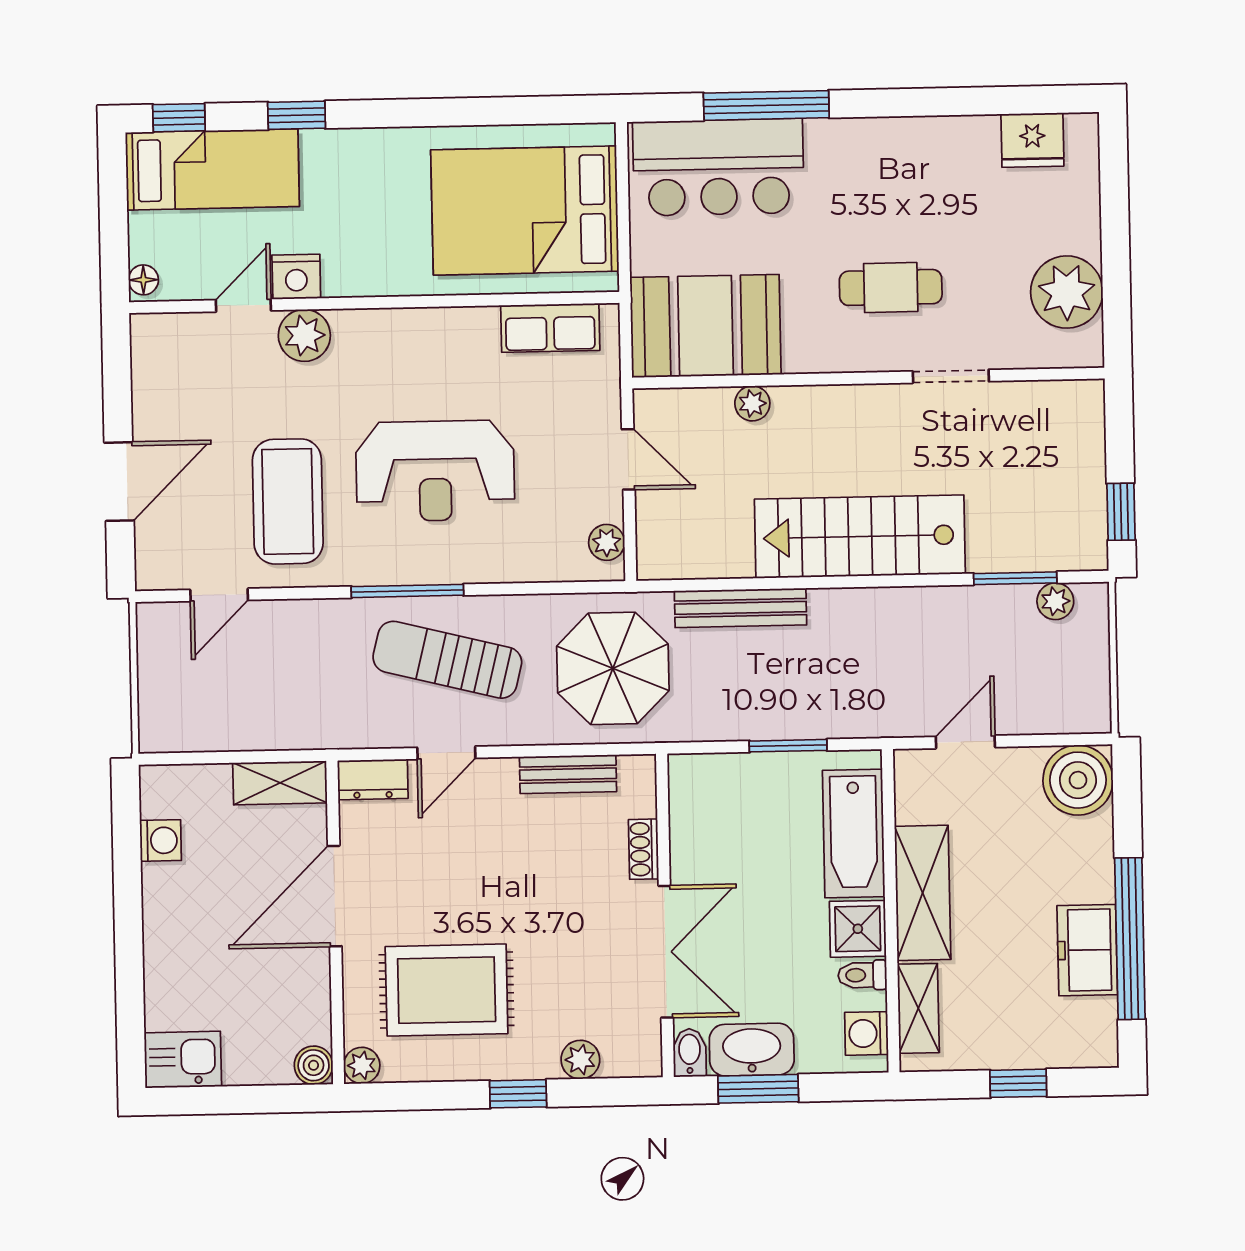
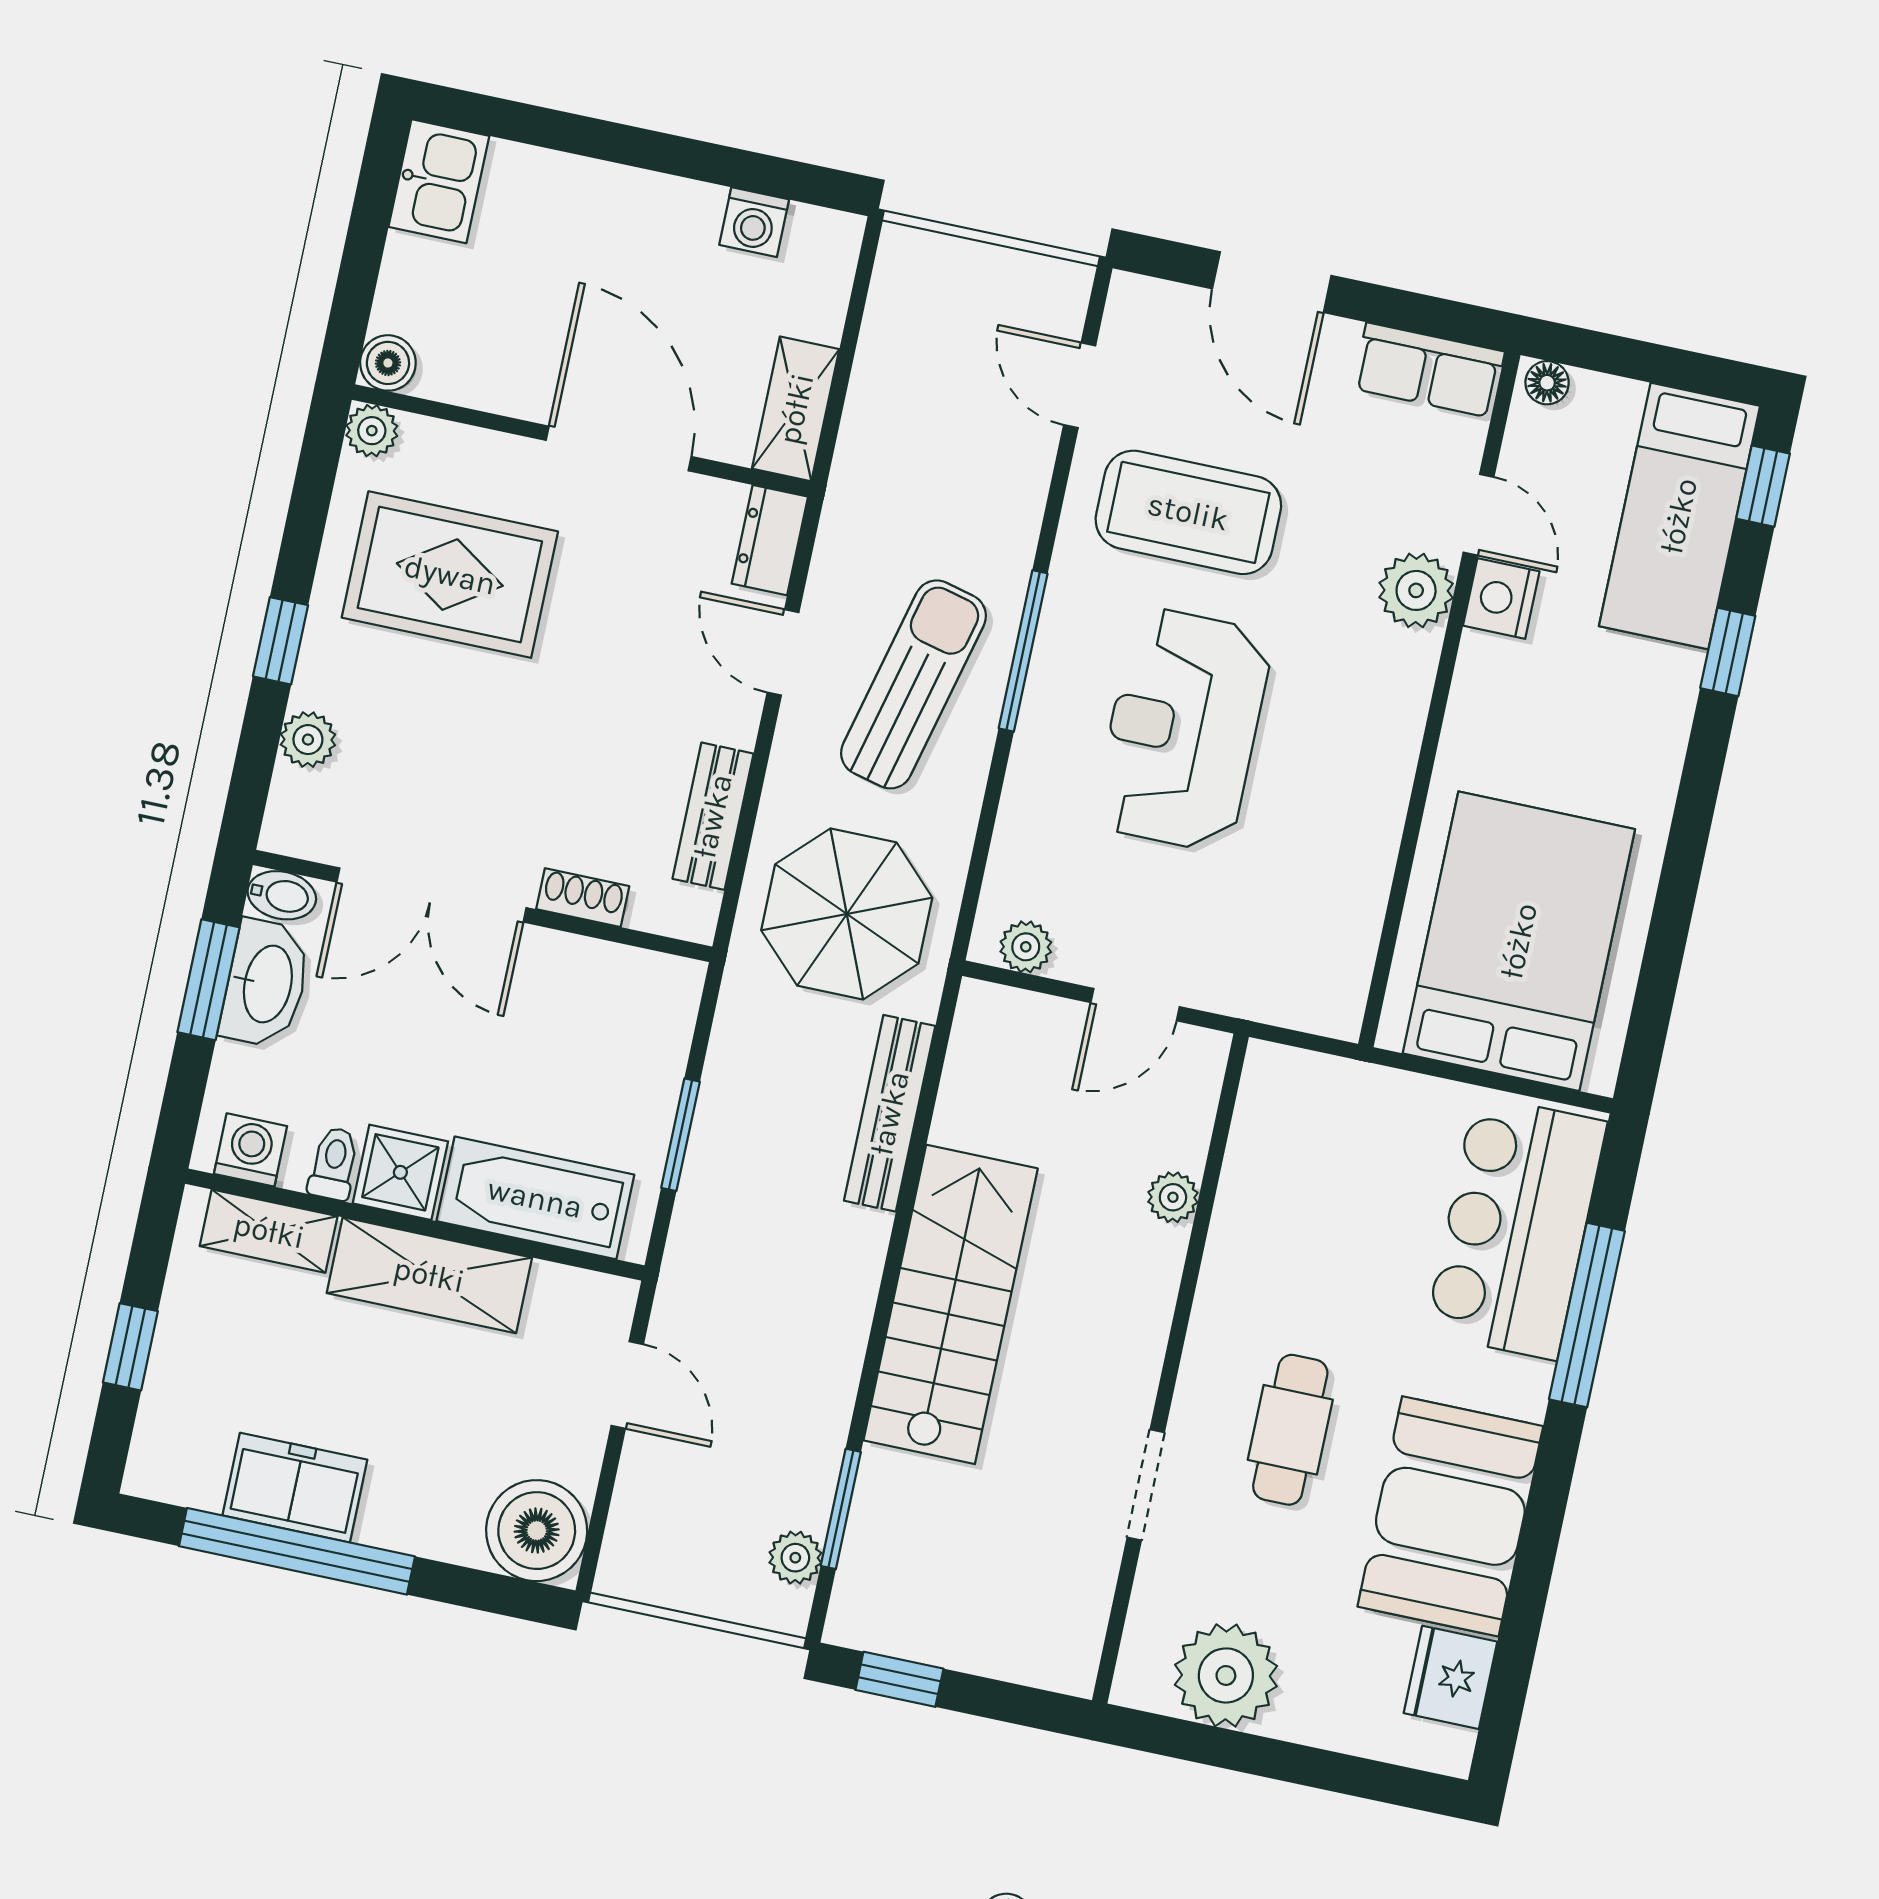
booth: (706, 326) -> (1450, 1516), moved
row of seats: (550, 328) -> (1429, 370), moved, turned -90
rug: (447, 990) -> (450, 575), turned 90

